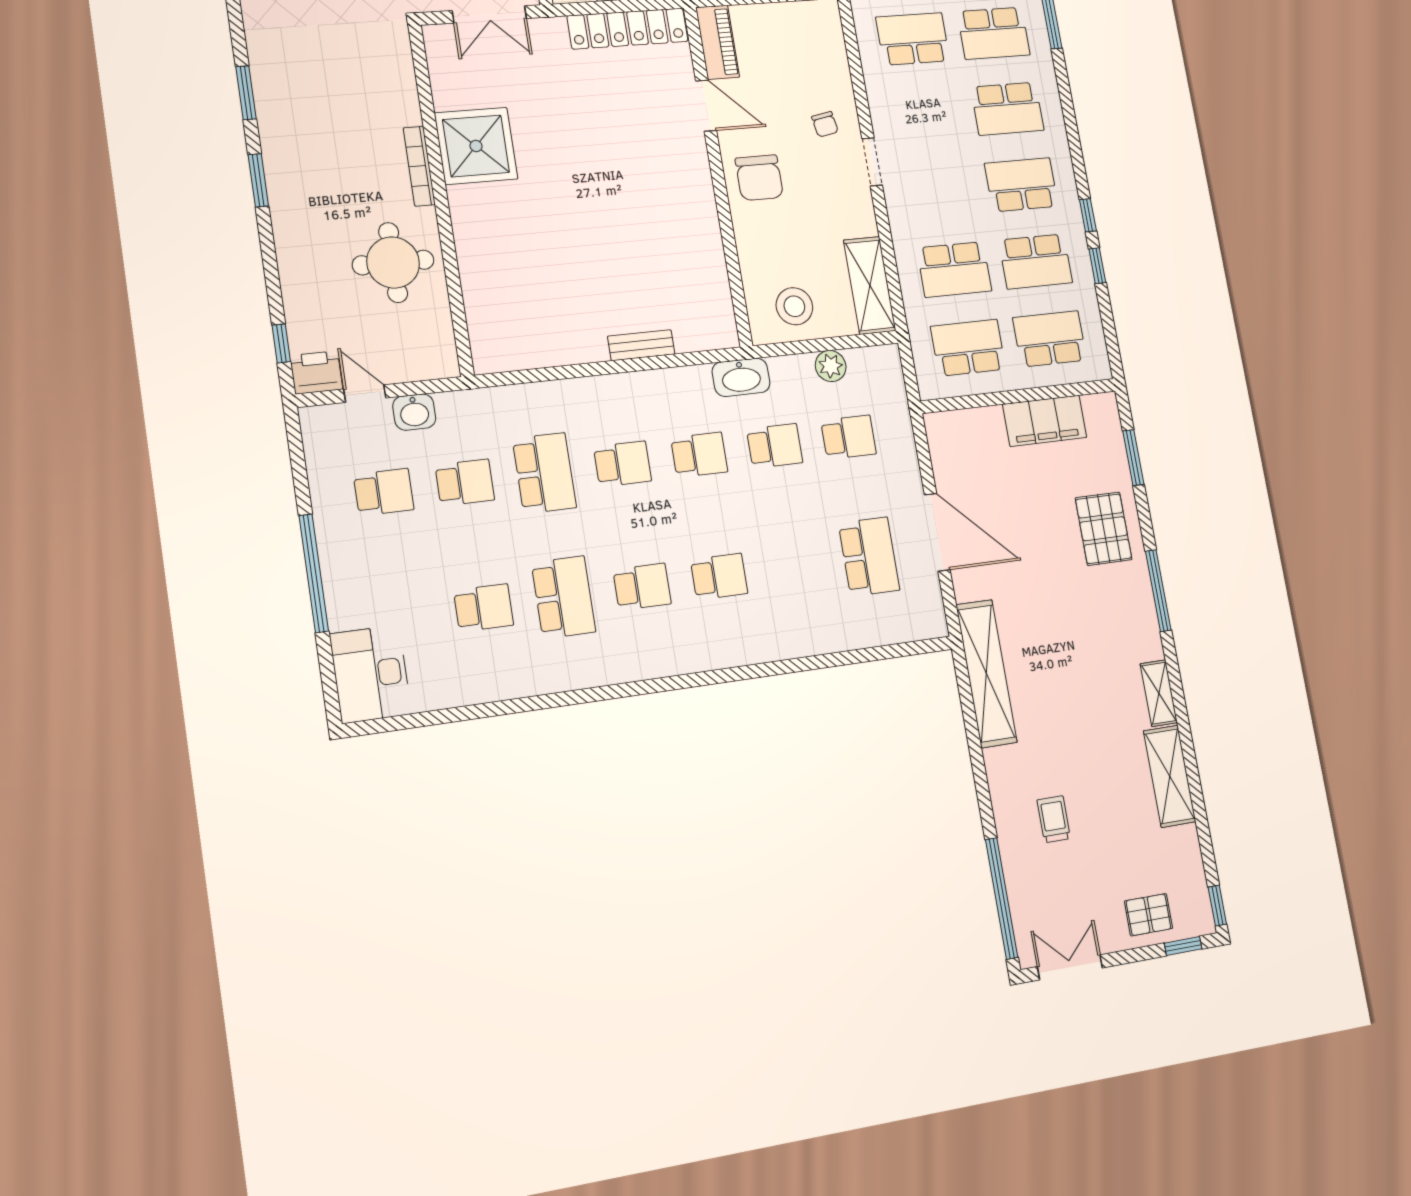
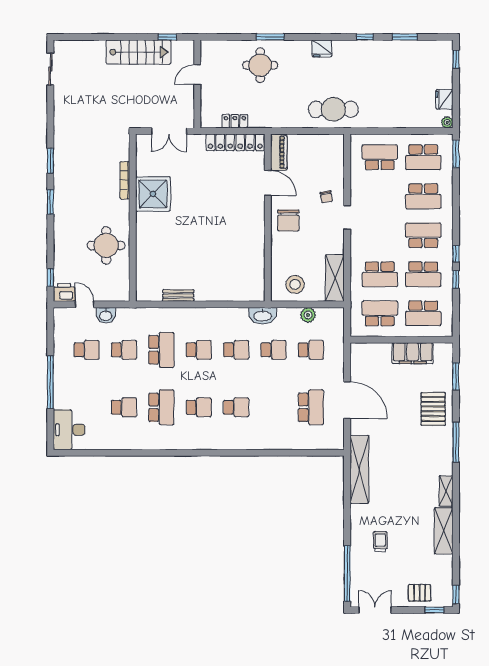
bookcase: (419, 166) -> (125, 180), moved
school desk: (1050, 339) -> (423, 313), turned 180
bench: (641, 345) -> (178, 295), moved

